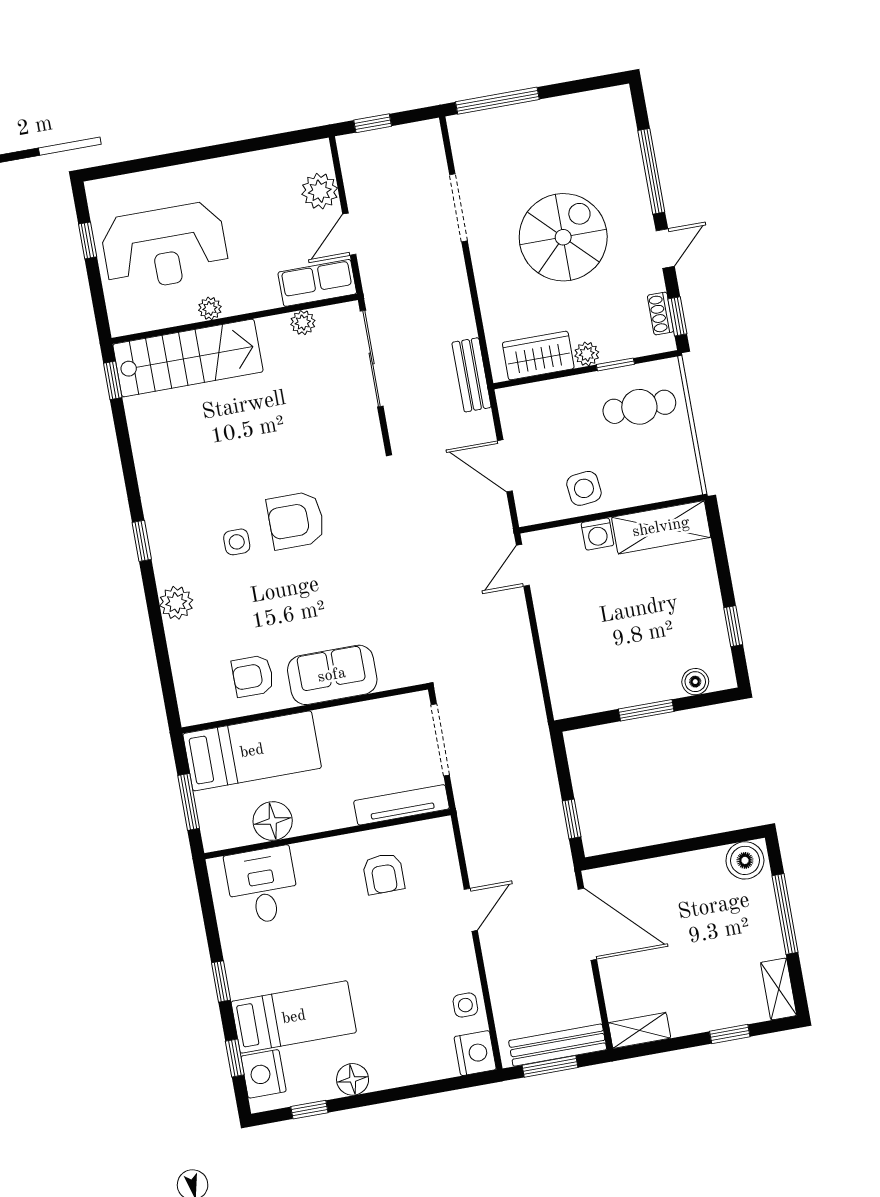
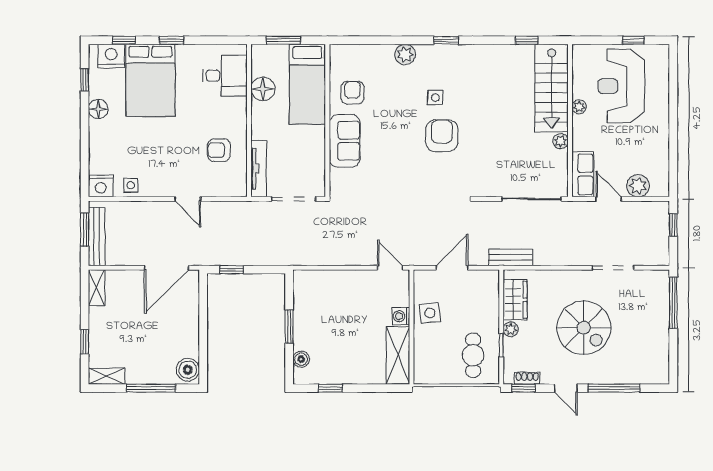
plant: (303, 323) -> (561, 141), moved
window: (113, 380) -> (527, 40), moved
bed: (294, 1017) -> (150, 80), width x1.50

